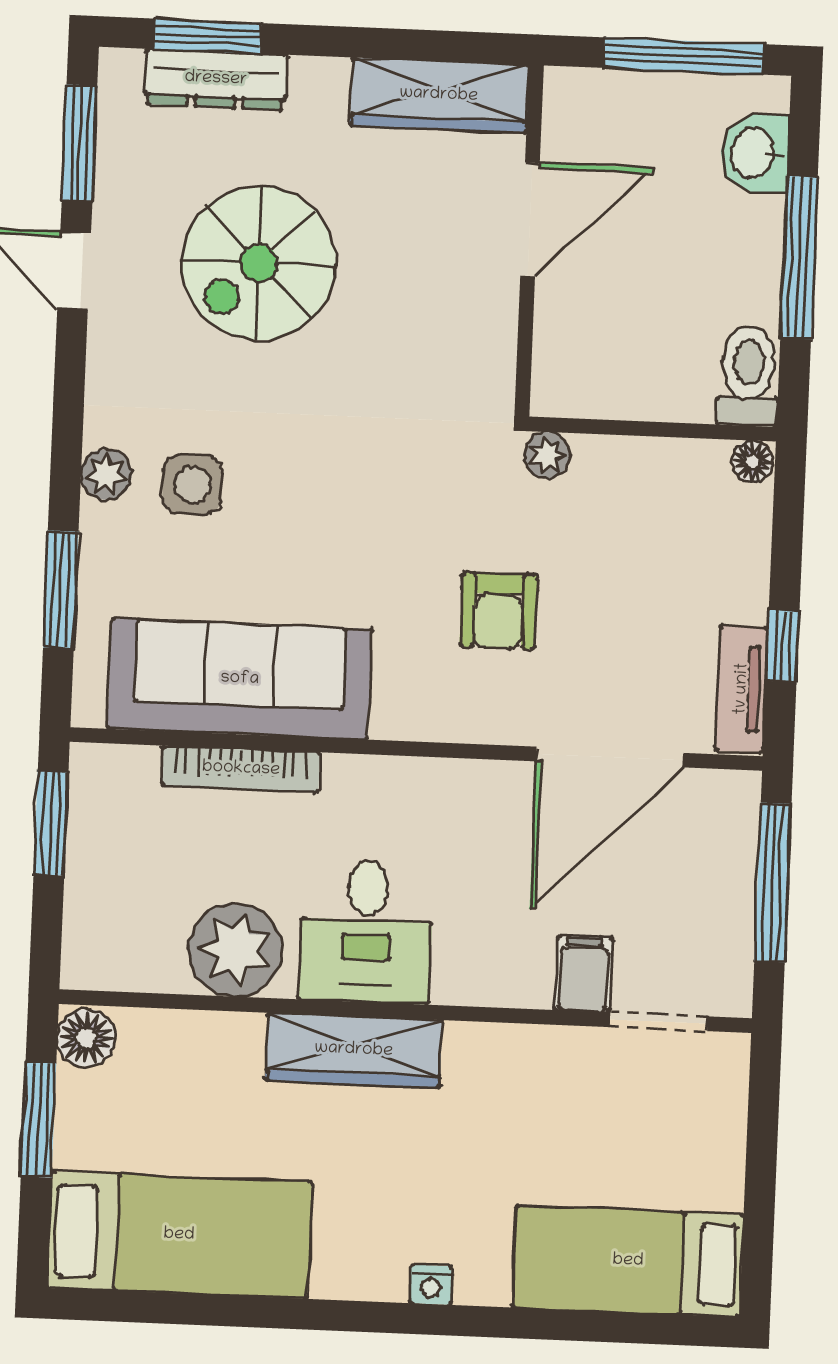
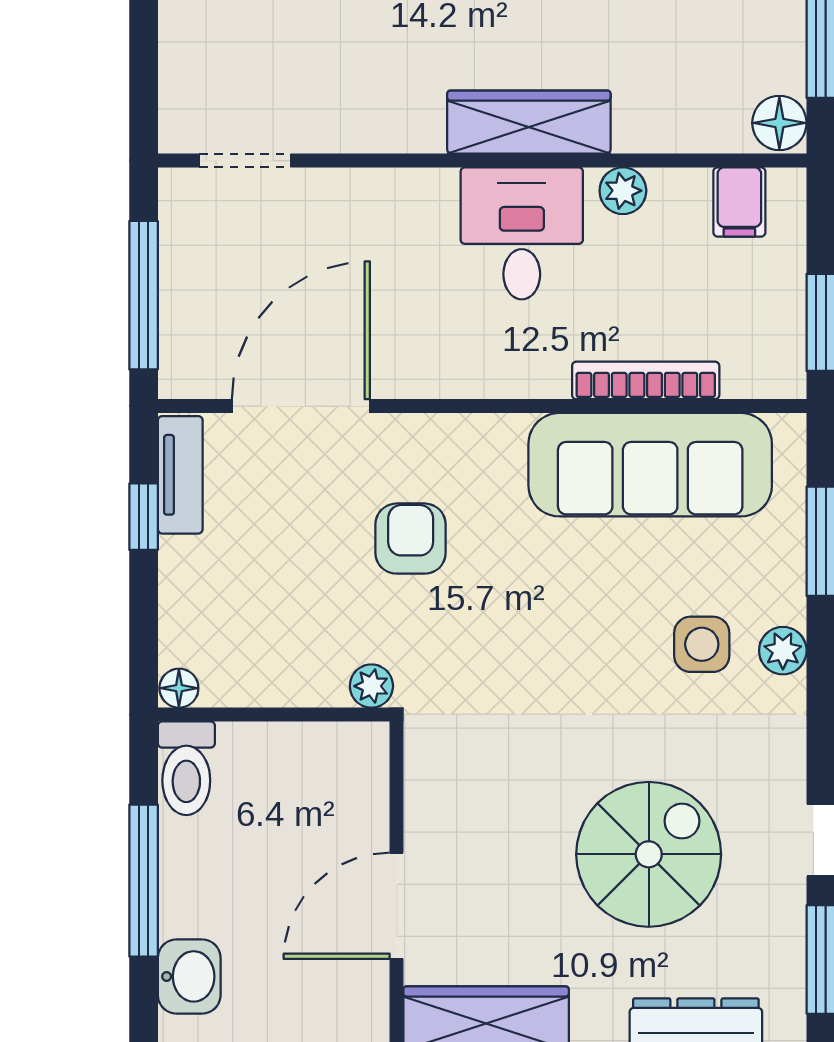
plant: (235, 950) -> (623, 191), width x0.53, depth x0.53
filing cabinet: (584, 974) -> (739, 202), moved

